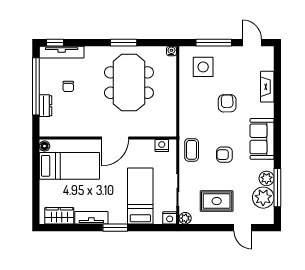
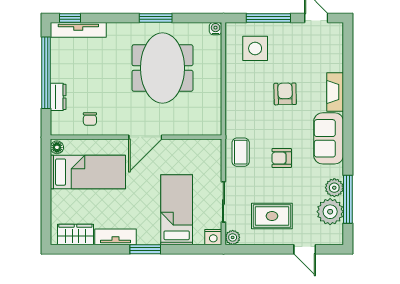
chair: (68, 86) -> (90, 119), moved
fireplace: (267, 87) -> (335, 92), moved
nightstand: (162, 145) -> (203, 147), removed

